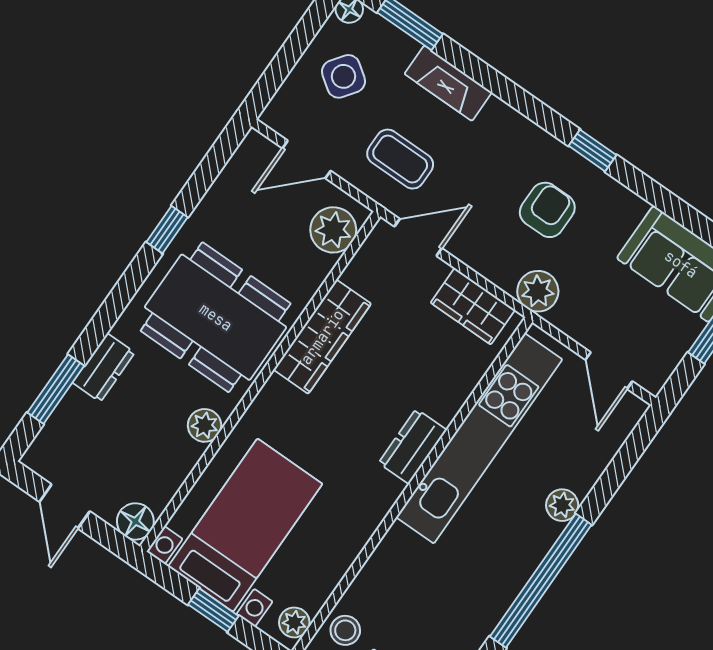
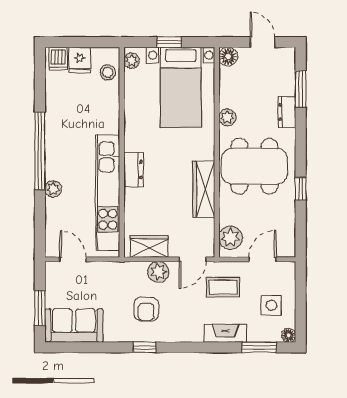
side table: (343, 76) -> (271, 305), turned -36
plant: (538, 291) -> (158, 272), moved

